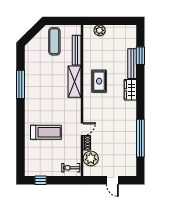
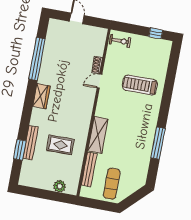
rug: (99, 81) -> (60, 145), moved, turned 90
wardrobe: (130, 90) -> (41, 96), moved
plant: (91, 158) -> (96, 47), removed

